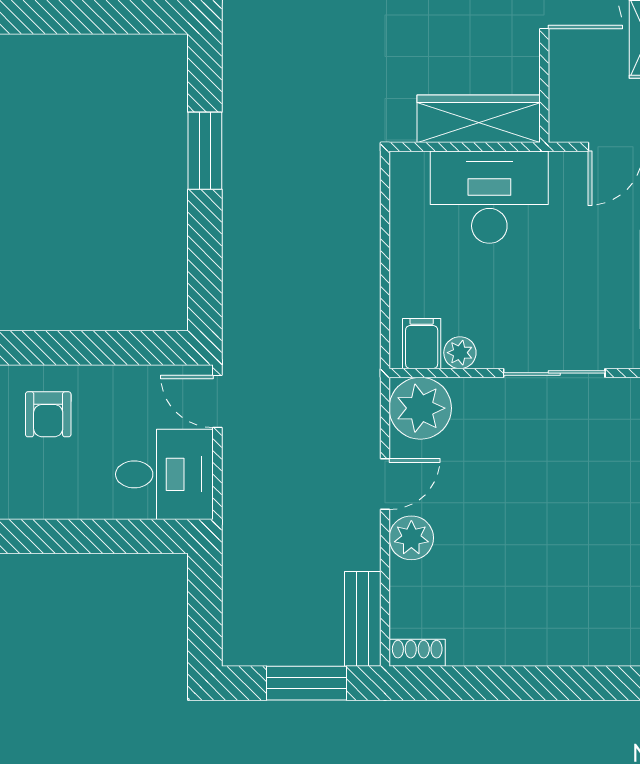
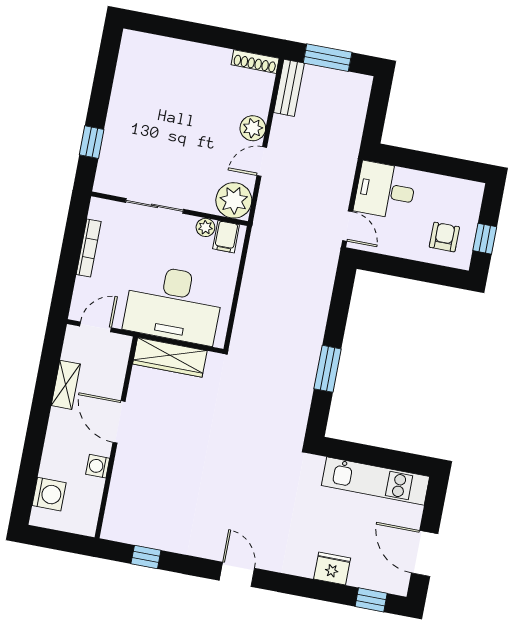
desk: (489, 197) -> (174, 304), width x1.36, depth x1.30
shoe rack: (417, 653) -> (255, 62), width x1.43

